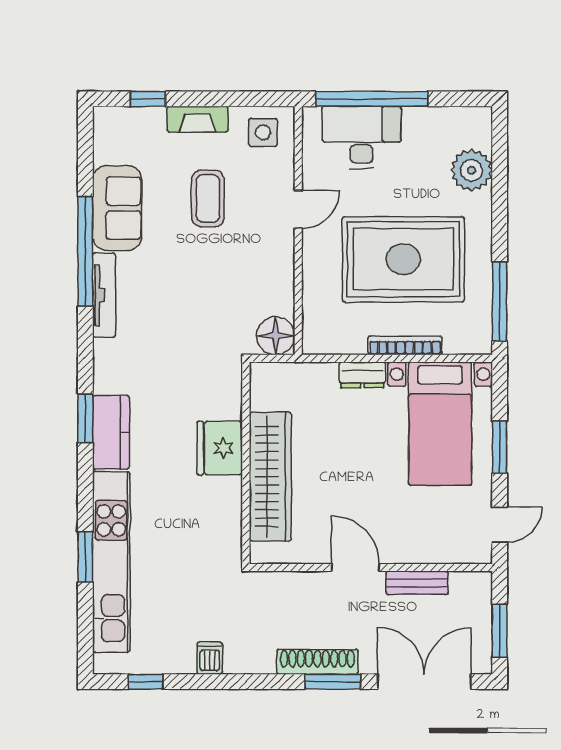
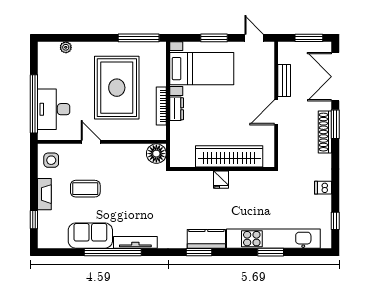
plant: (472, 170) -> (66, 47), width x0.53, depth x0.53
bookcase: (405, 345) -> (161, 106), moved
fridge: (220, 448) -> (221, 180), width x0.53, depth x0.75

